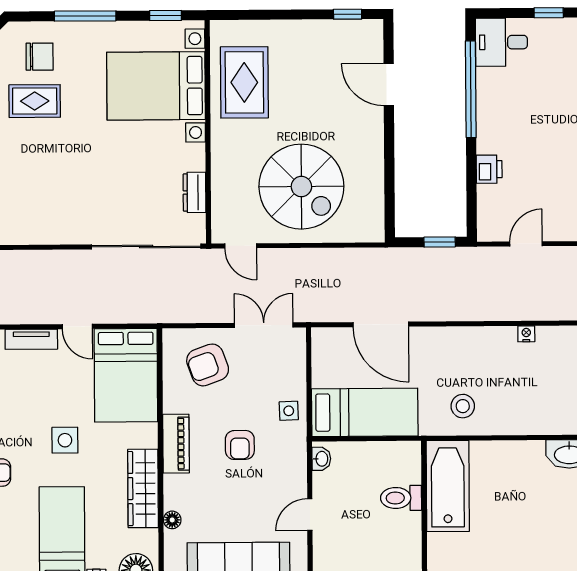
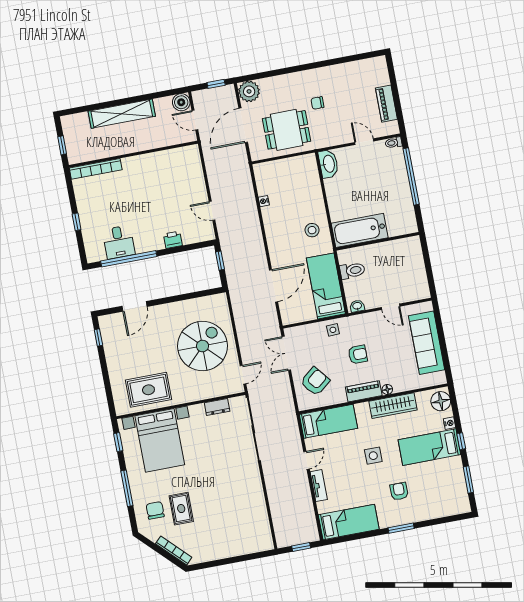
desk: (501, 42) -> (119, 242), moved
armchair: (208, 365) -> (315, 381), turned -109
bed: (126, 375) -> (328, 421), width x0.67
toilet: (401, 498) -> (352, 271), moved, turned -90
floor lamp: (172, 520) -> (387, 389), moved

